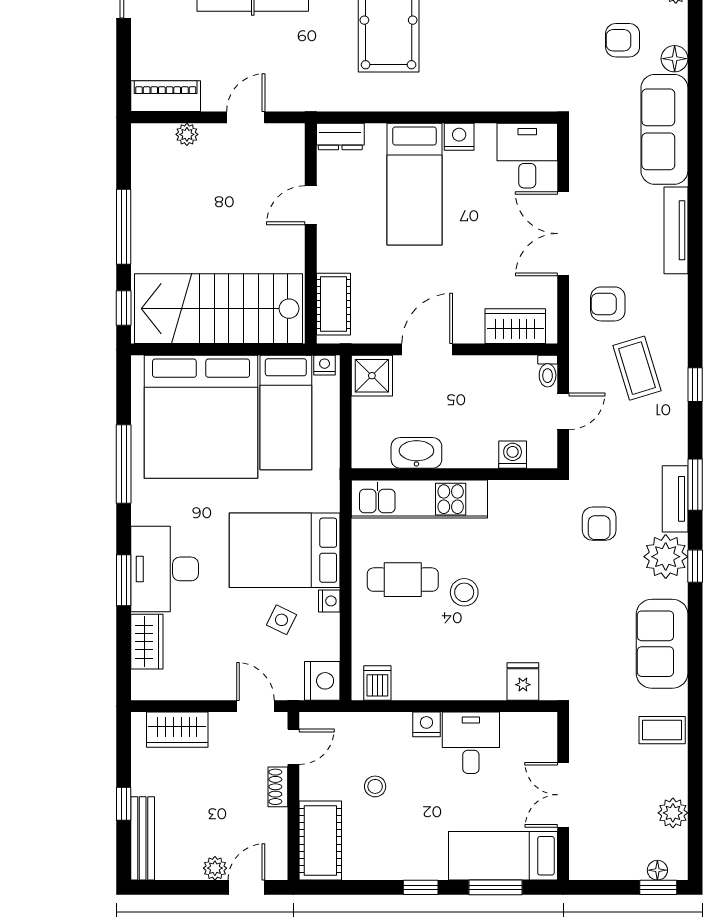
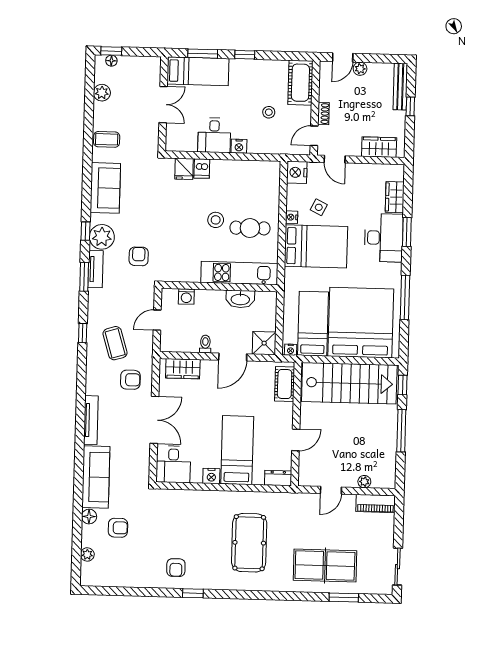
toilet: (548, 371) -> (205, 344), moved
dishwasher: (377, 683) -> (202, 168), moved

